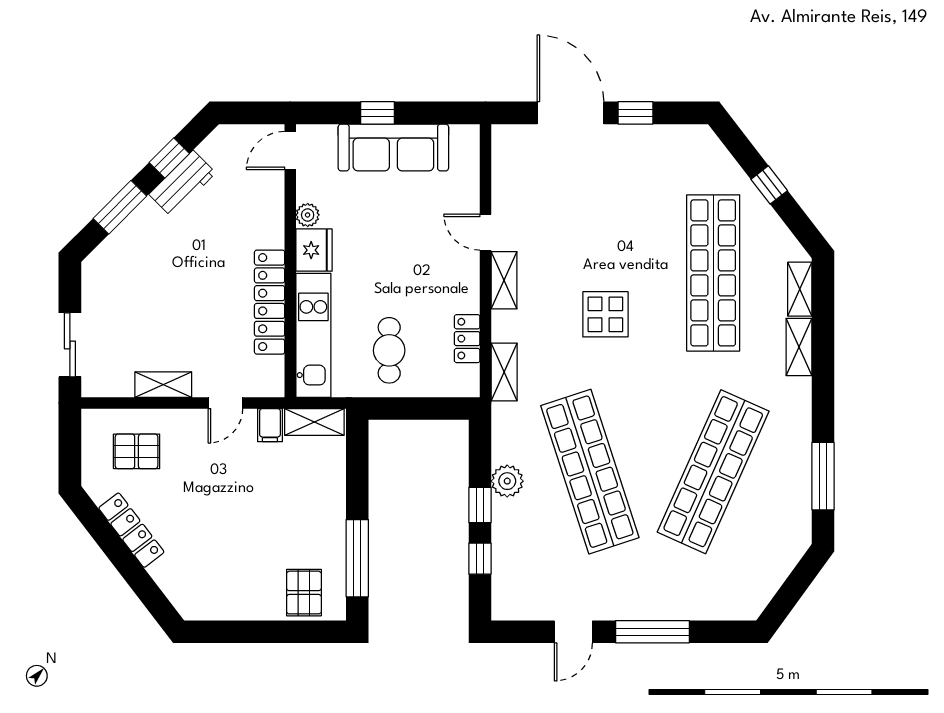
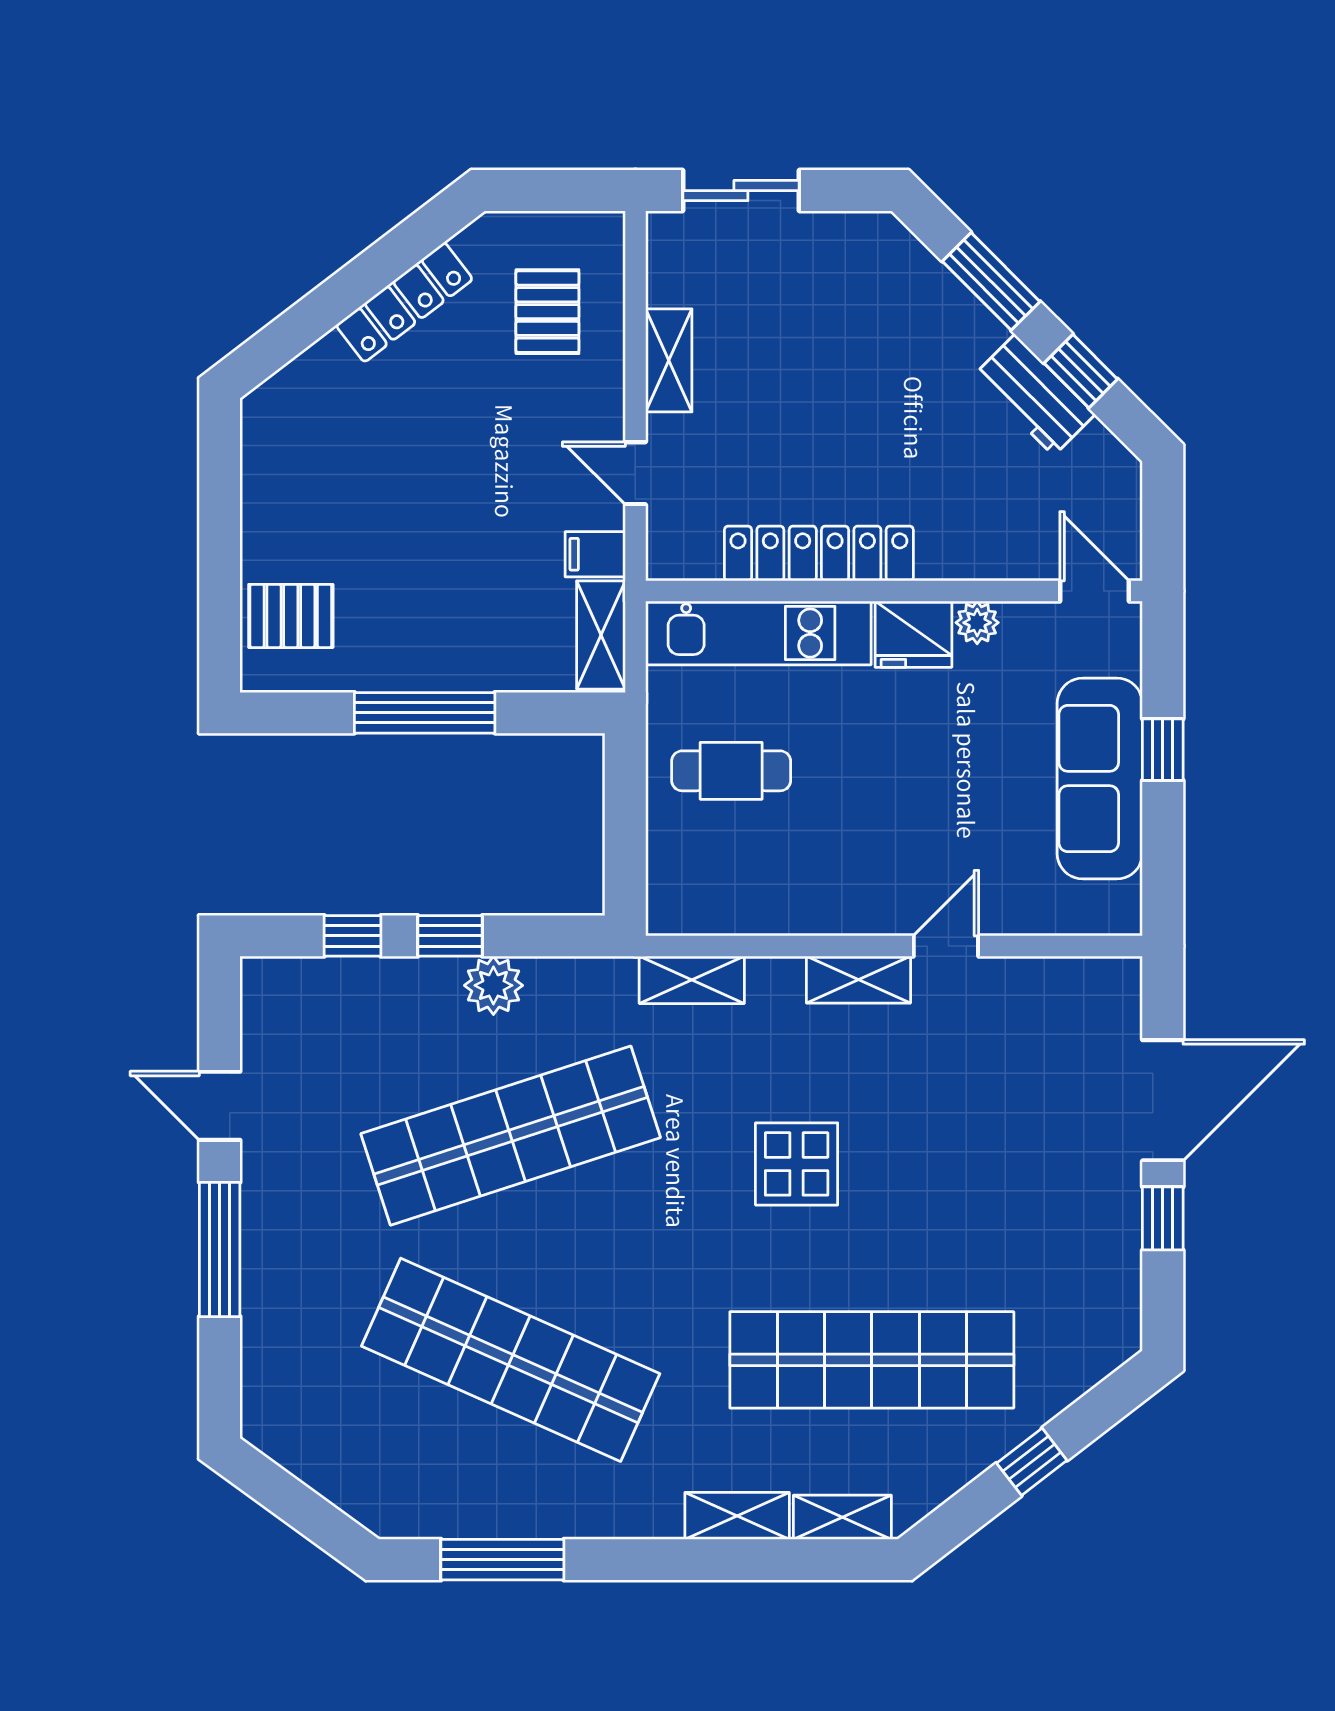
locker: (467, 339) -> (752, 913), removed
window: (357, 558) -> (425, 713), moved

